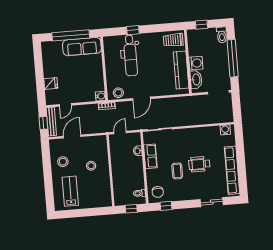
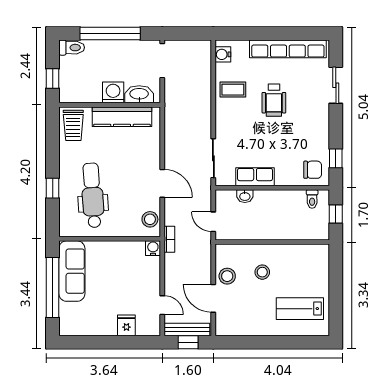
dental chair: (130, 56) -> (93, 195), turned -94
stool: (63, 162) -> (227, 276), moved
coffee table: (177, 171) -> (233, 90), moved

